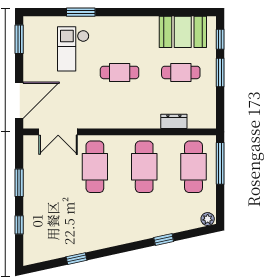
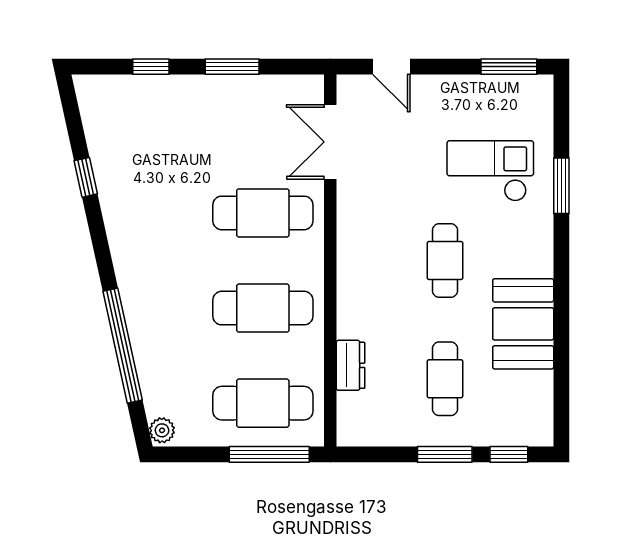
booth: (183, 32) -> (523, 324), moved
door: (19, 100) -> (391, 67), width x0.53
window: (164, 239) -> (123, 346), width x3.17

